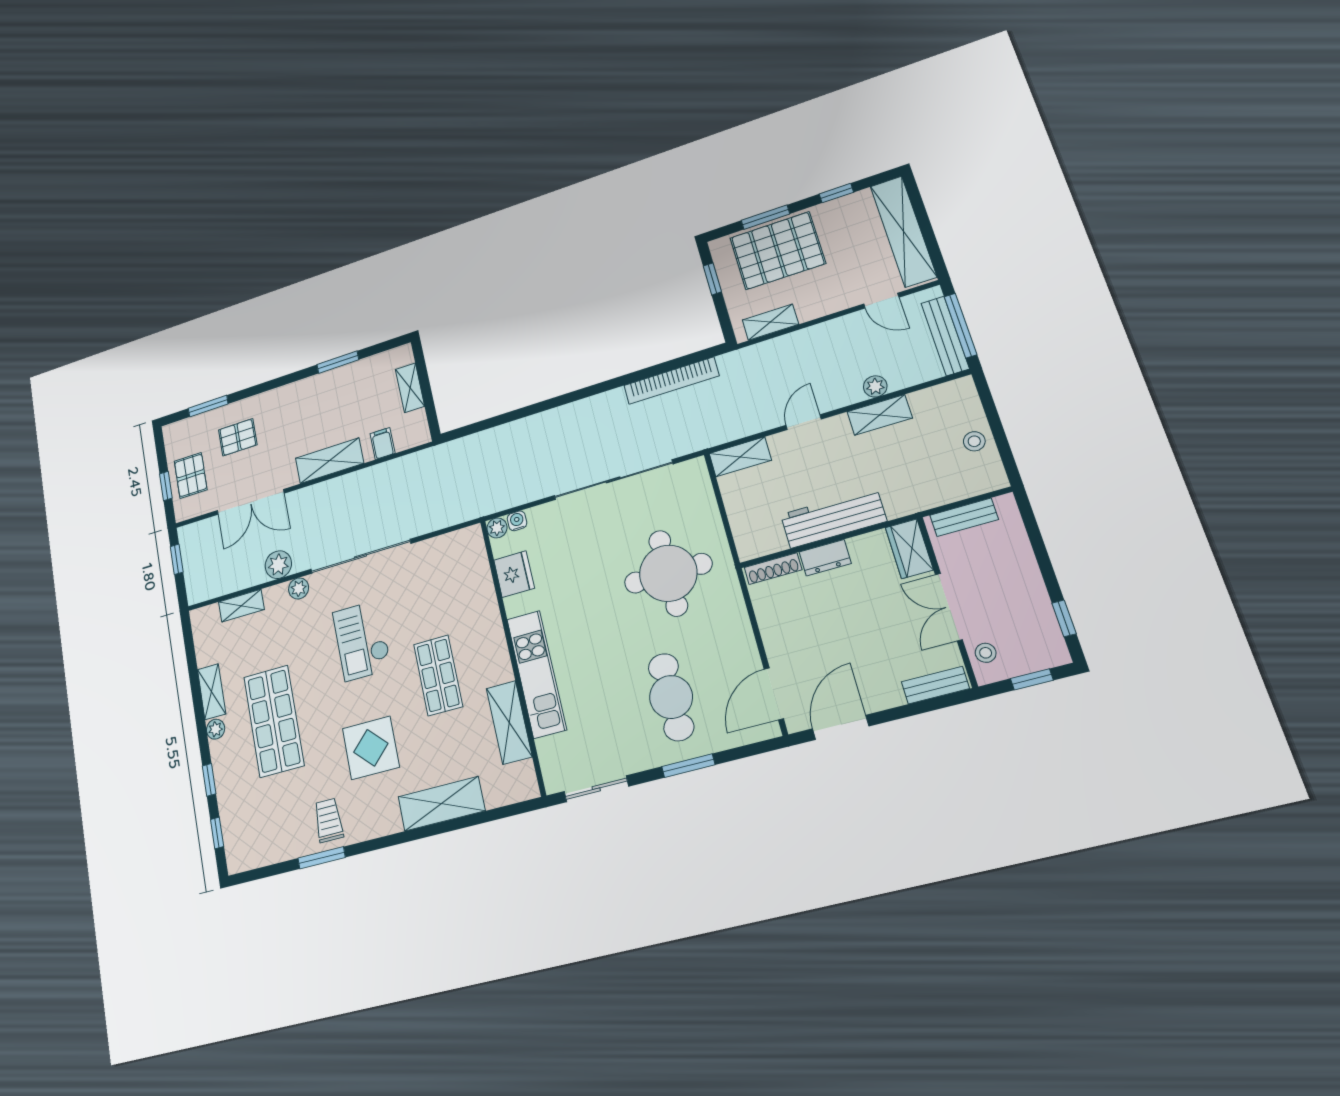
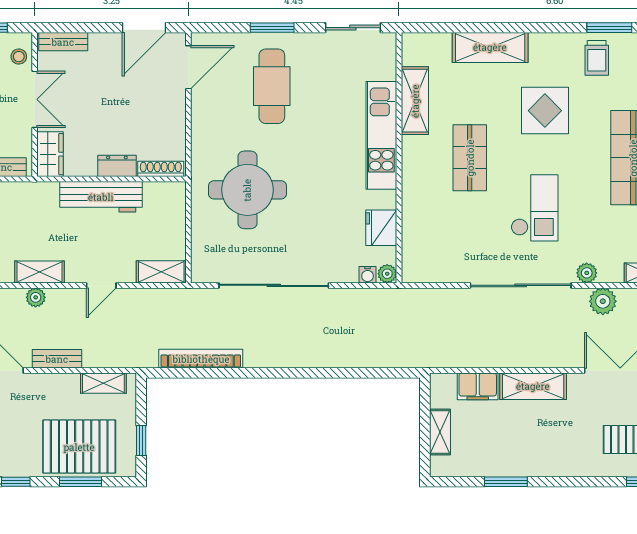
bench: (830, 330) -> (57, 359), added
filing cabinet: (383, 443) -> (478, 386), width x2.00

